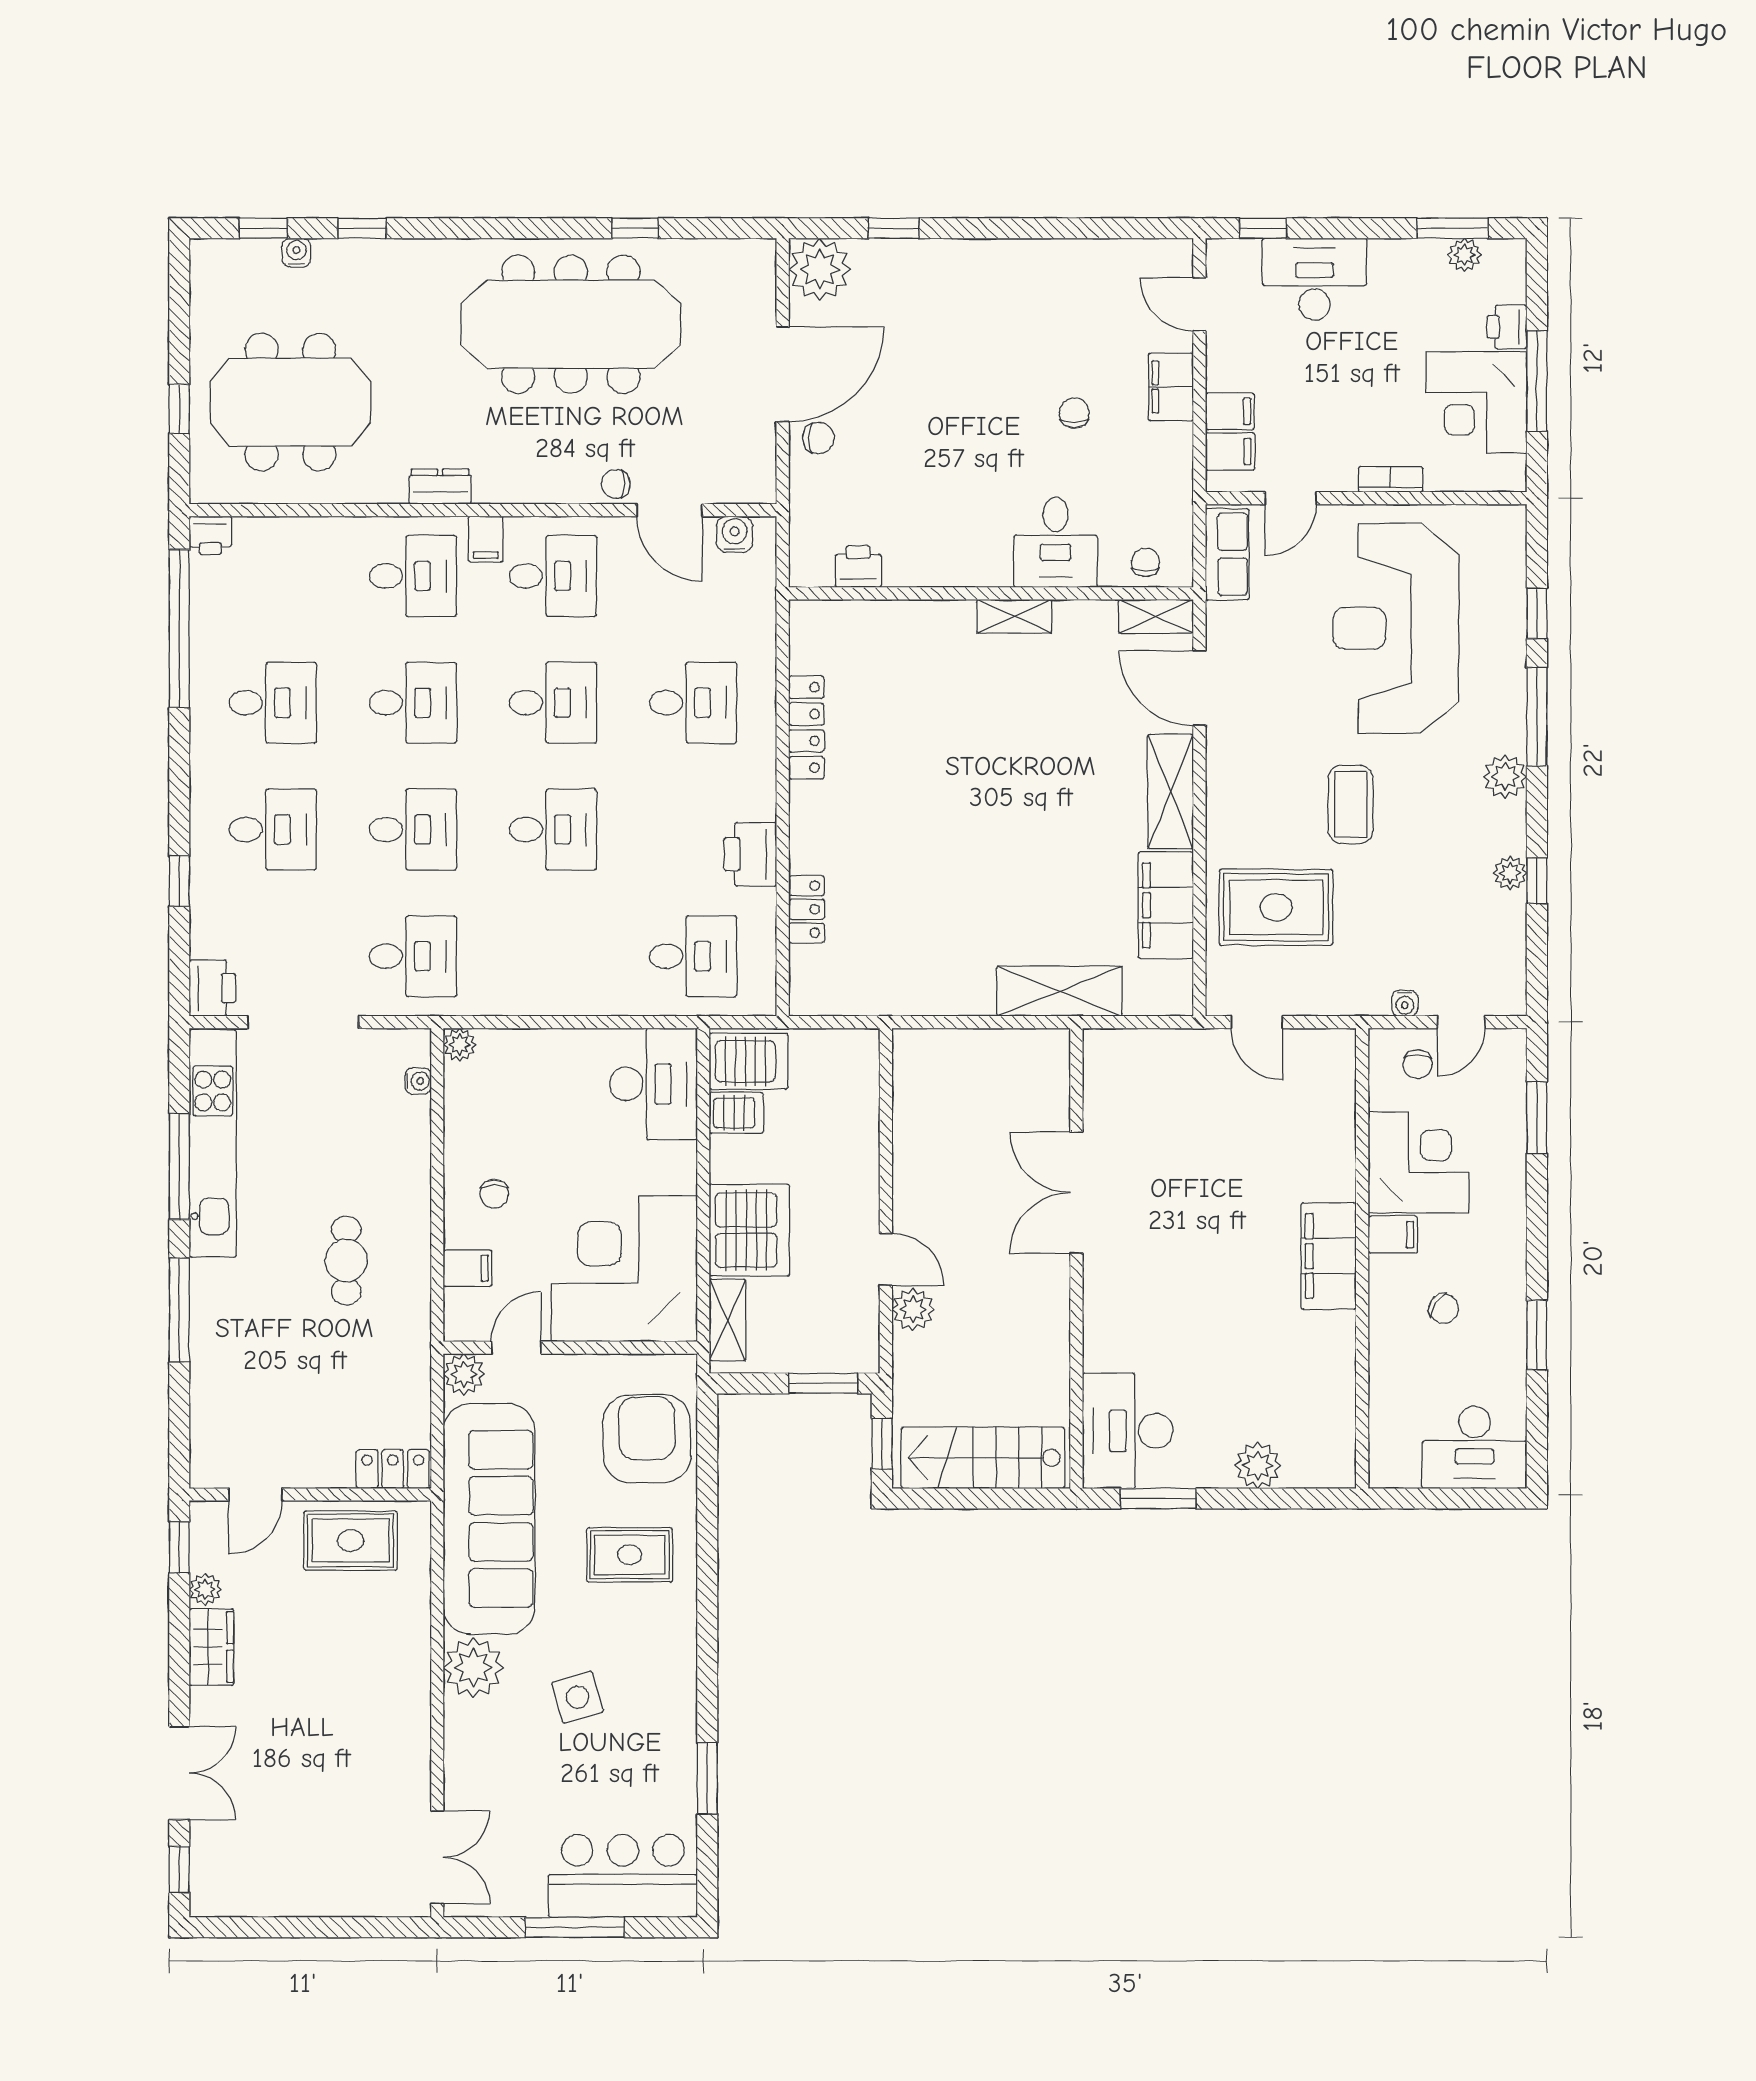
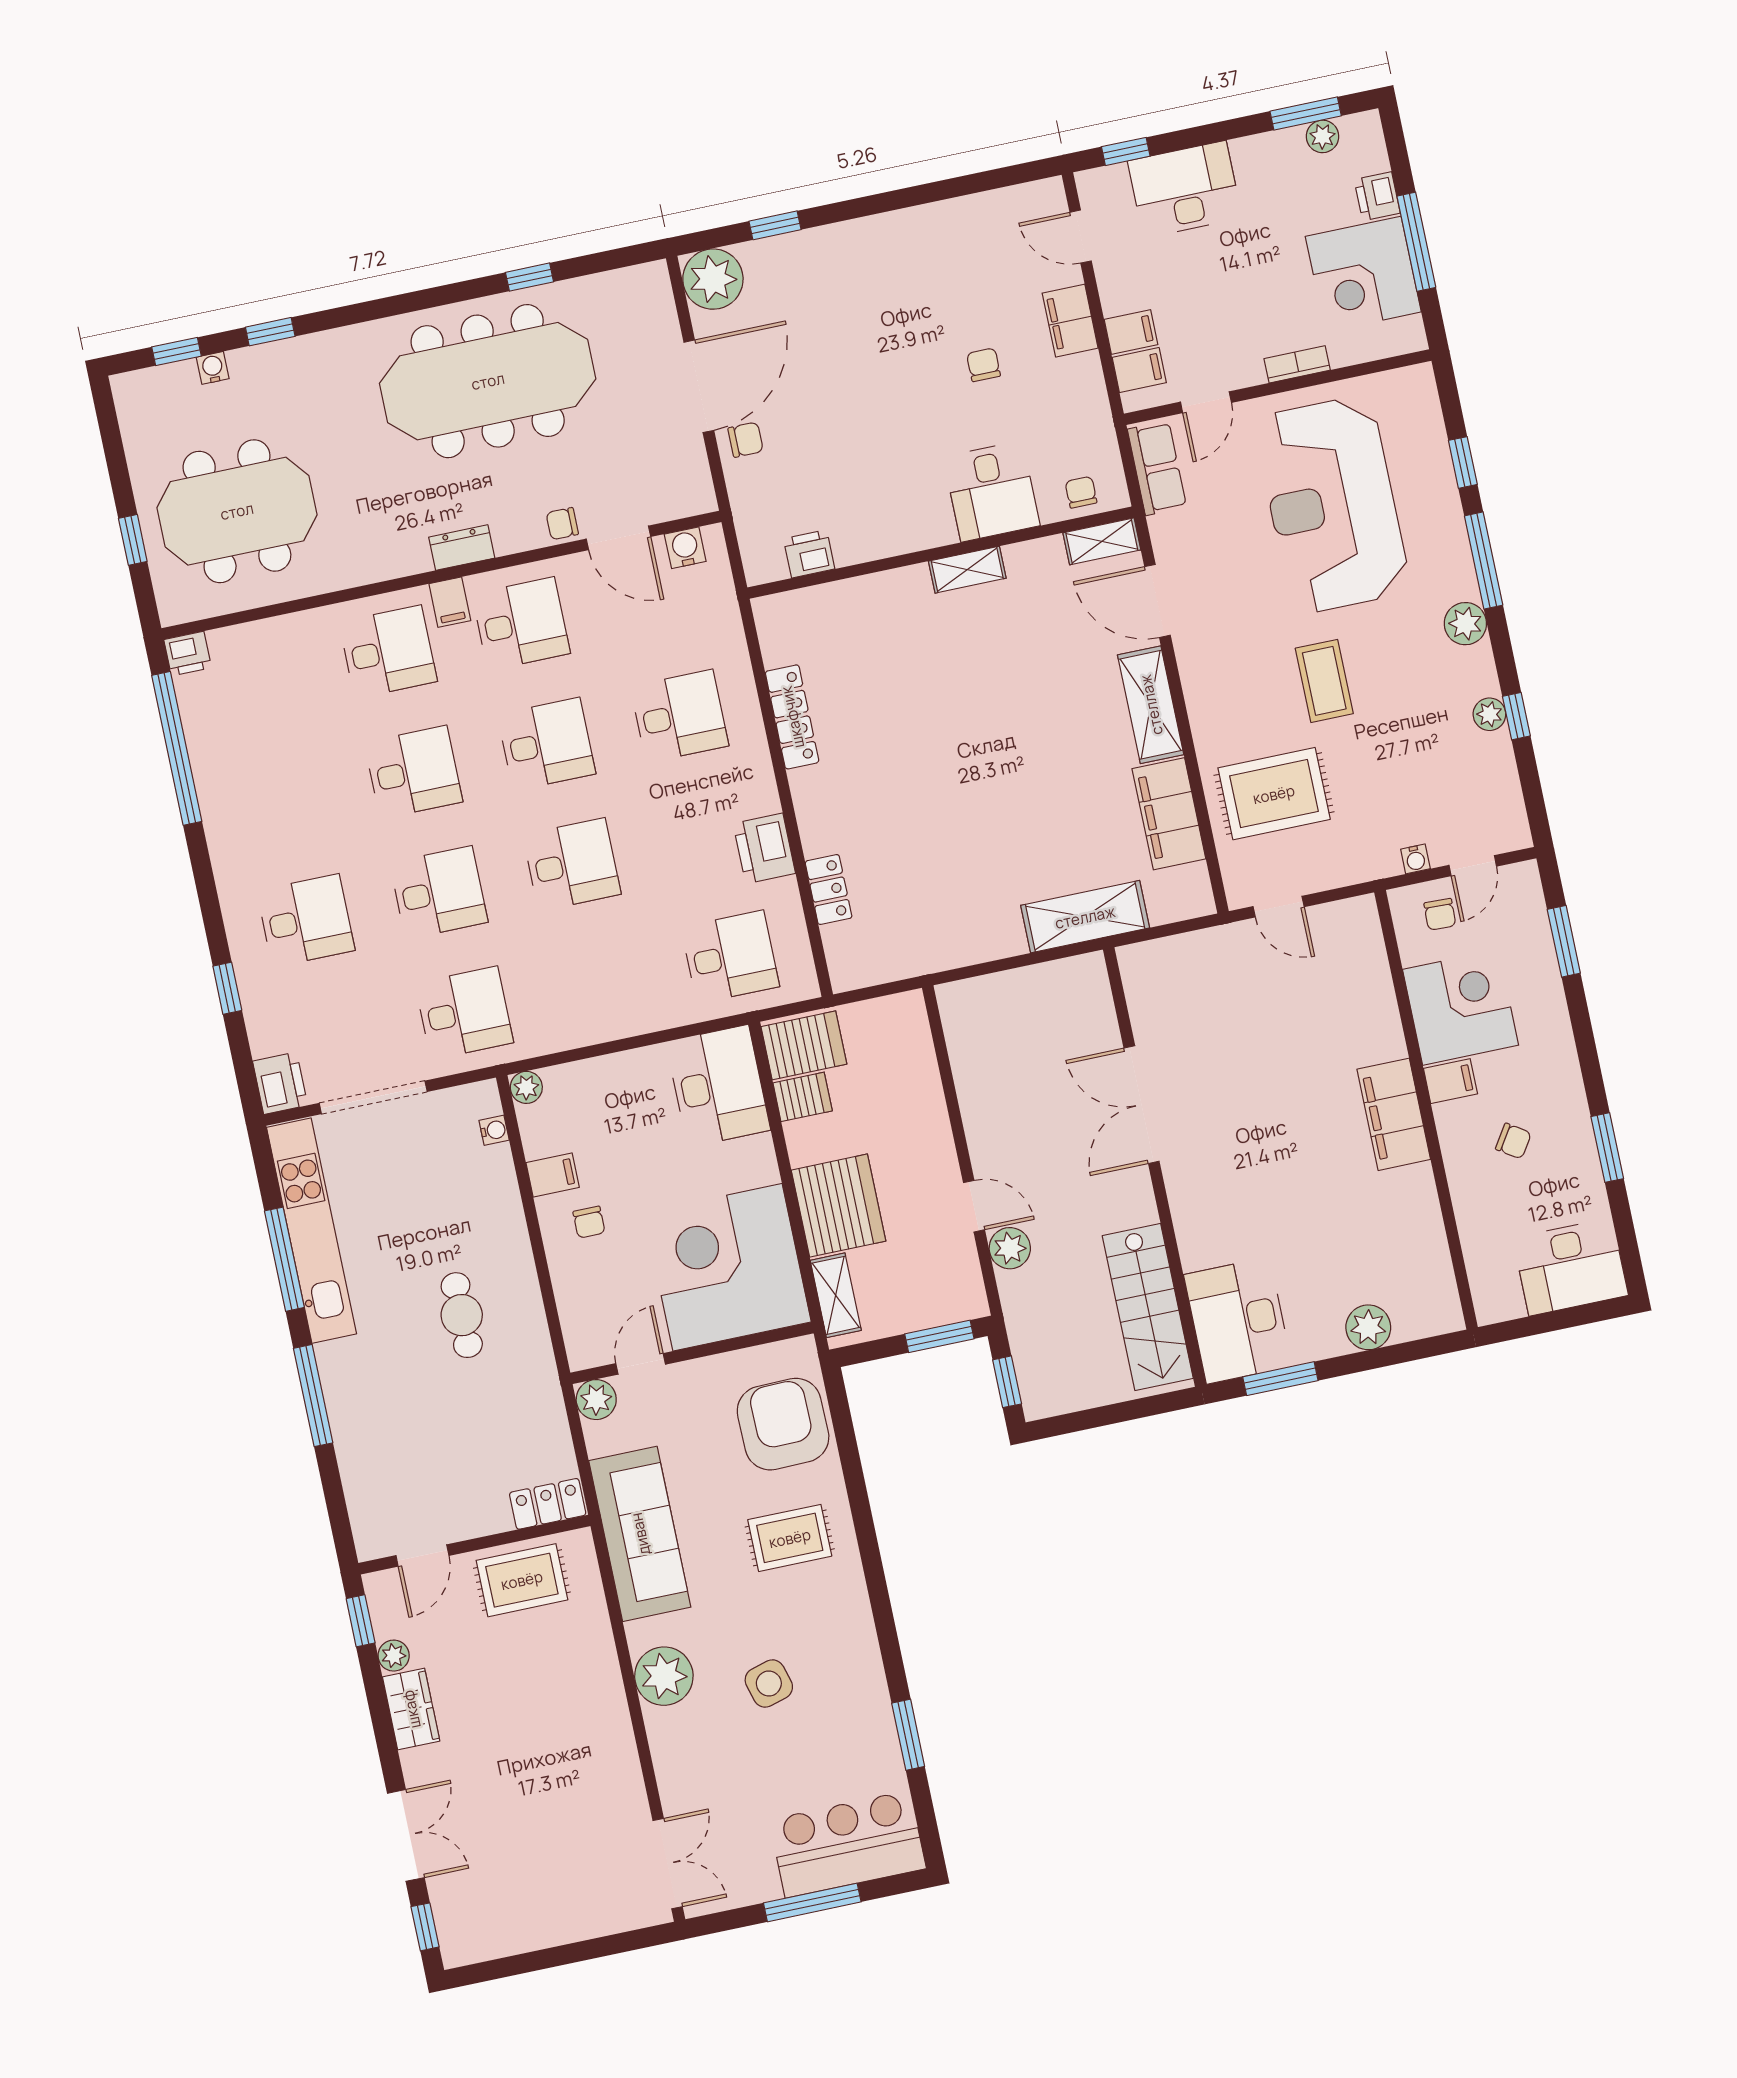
dresser: (440, 487) -> (462, 548), moved
desk: (273, 703) -> (280, 800), removed
filing cabinet: (468, 1268) -> (553, 1175), moved
stairs: (983, 1458) -> (1148, 1307), moved, turned -90
sofa: (489, 1519) -> (640, 1534), width x0.74, depth x0.79

